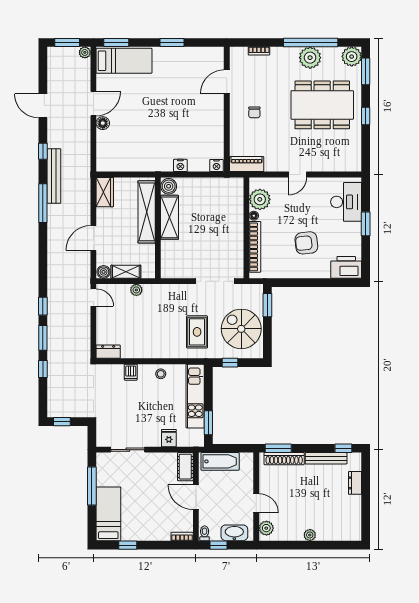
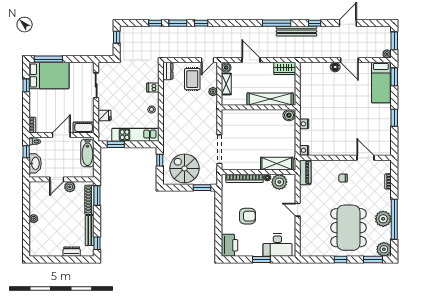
shelving: (170, 217) -> (277, 164), moved
armchair: (306, 243) -> (247, 216), turned 96
spiral stairs: (241, 329) -> (184, 168), turned -90
rug: (197, 332) -> (192, 79), moved, turned 90
window: (92, 486) -> (48, 59), moved
bed: (108, 514) -> (49, 76), width x1.50
plant: (266, 528) -> (70, 187), moved

